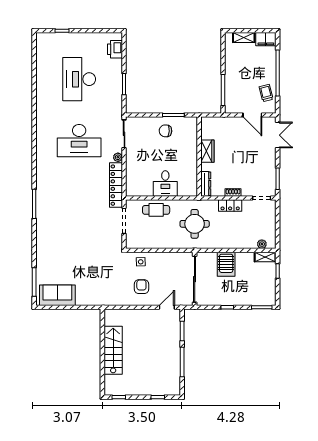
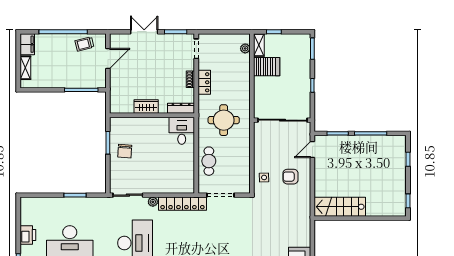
printer: (115, 49) -> (28, 235), moved, turned -90
double door: (278, 135) -> (144, 32), moved
desk: (165, 183) -> (182, 131), moved, turned -90
server rack: (226, 264) -> (267, 67), moved
door: (167, 307) -> (312, 150), hinge flipped
stairs: (113, 350) -> (340, 207), moved

